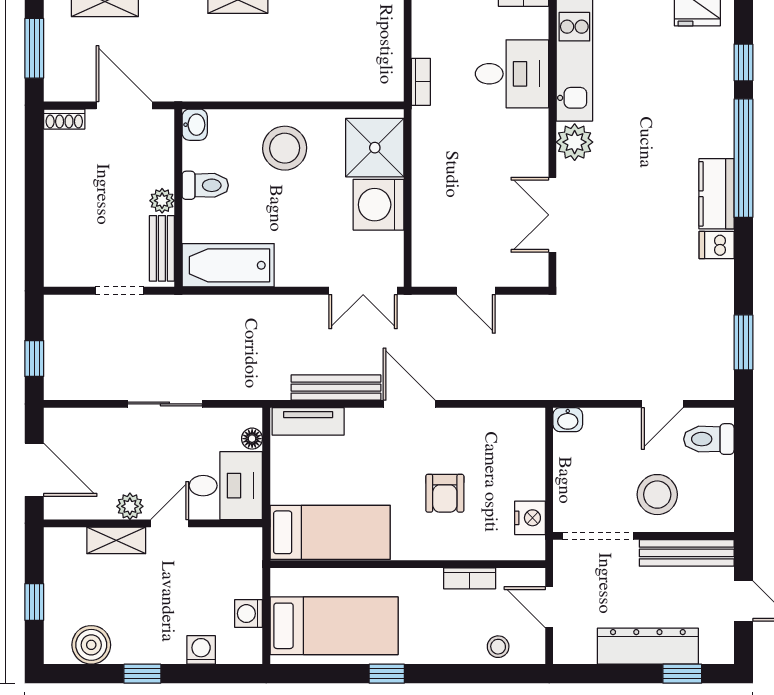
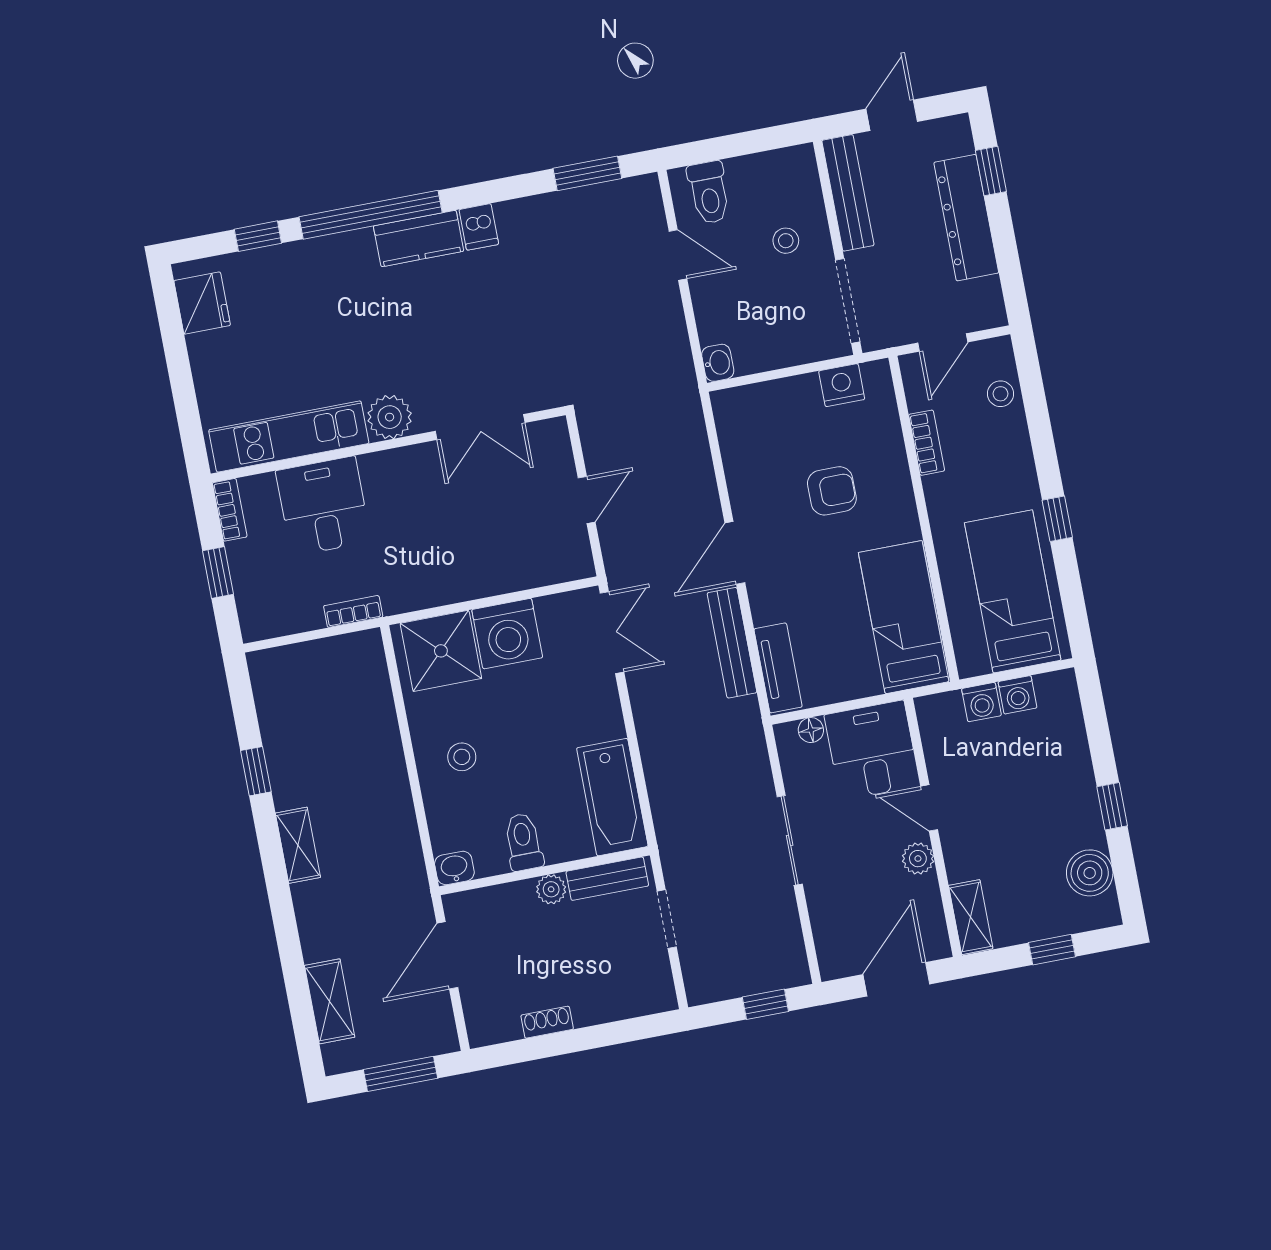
shoe rack: (64, 119) -> (547, 1022), moved, turned -90
stool: (285, 148) -> (462, 757), width x0.53, depth x0.53
stool: (657, 495) -> (786, 241), width x0.53, depth x0.53
shelving: (116, 540) -> (971, 917), moved
washing machine: (201, 650) -> (981, 702), moved, turned -90

